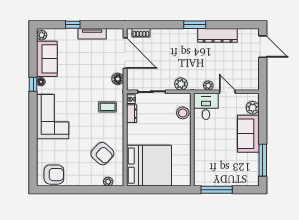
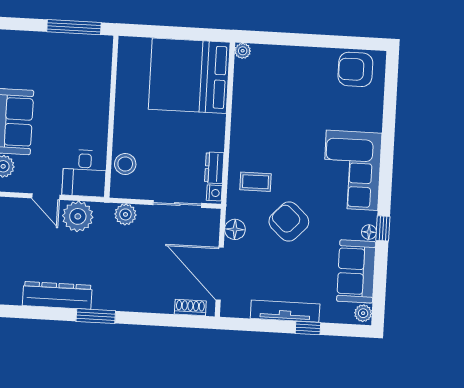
tv unit: (92, 34) -> (285, 311), width x1.41
plant: (208, 86) -> (78, 216), width x1.87, depth x1.87
armchair: (102, 154) -> (289, 222), moved
plant: (108, 182) -> (243, 51), moved

